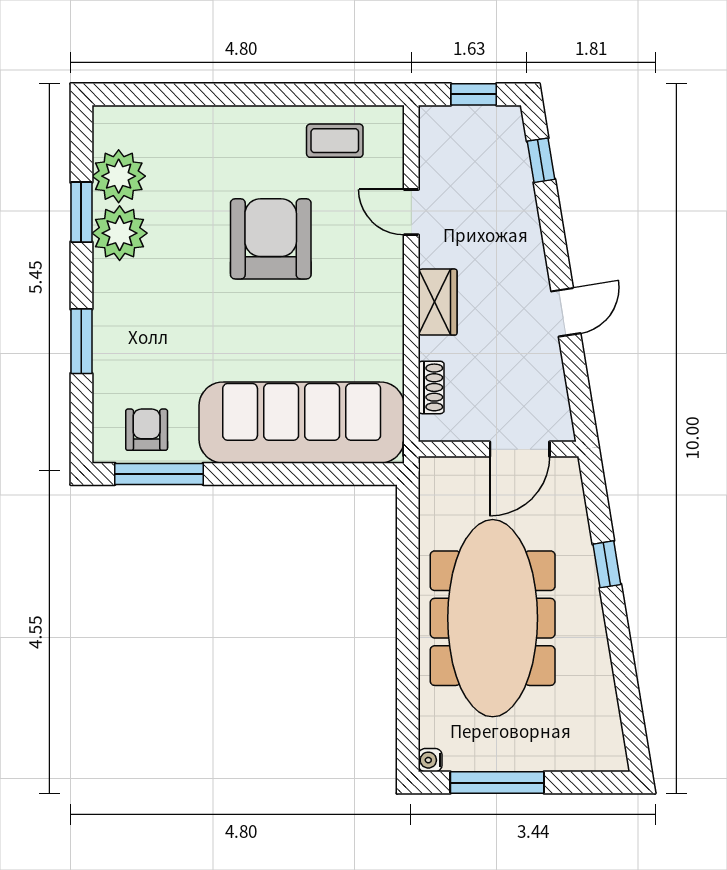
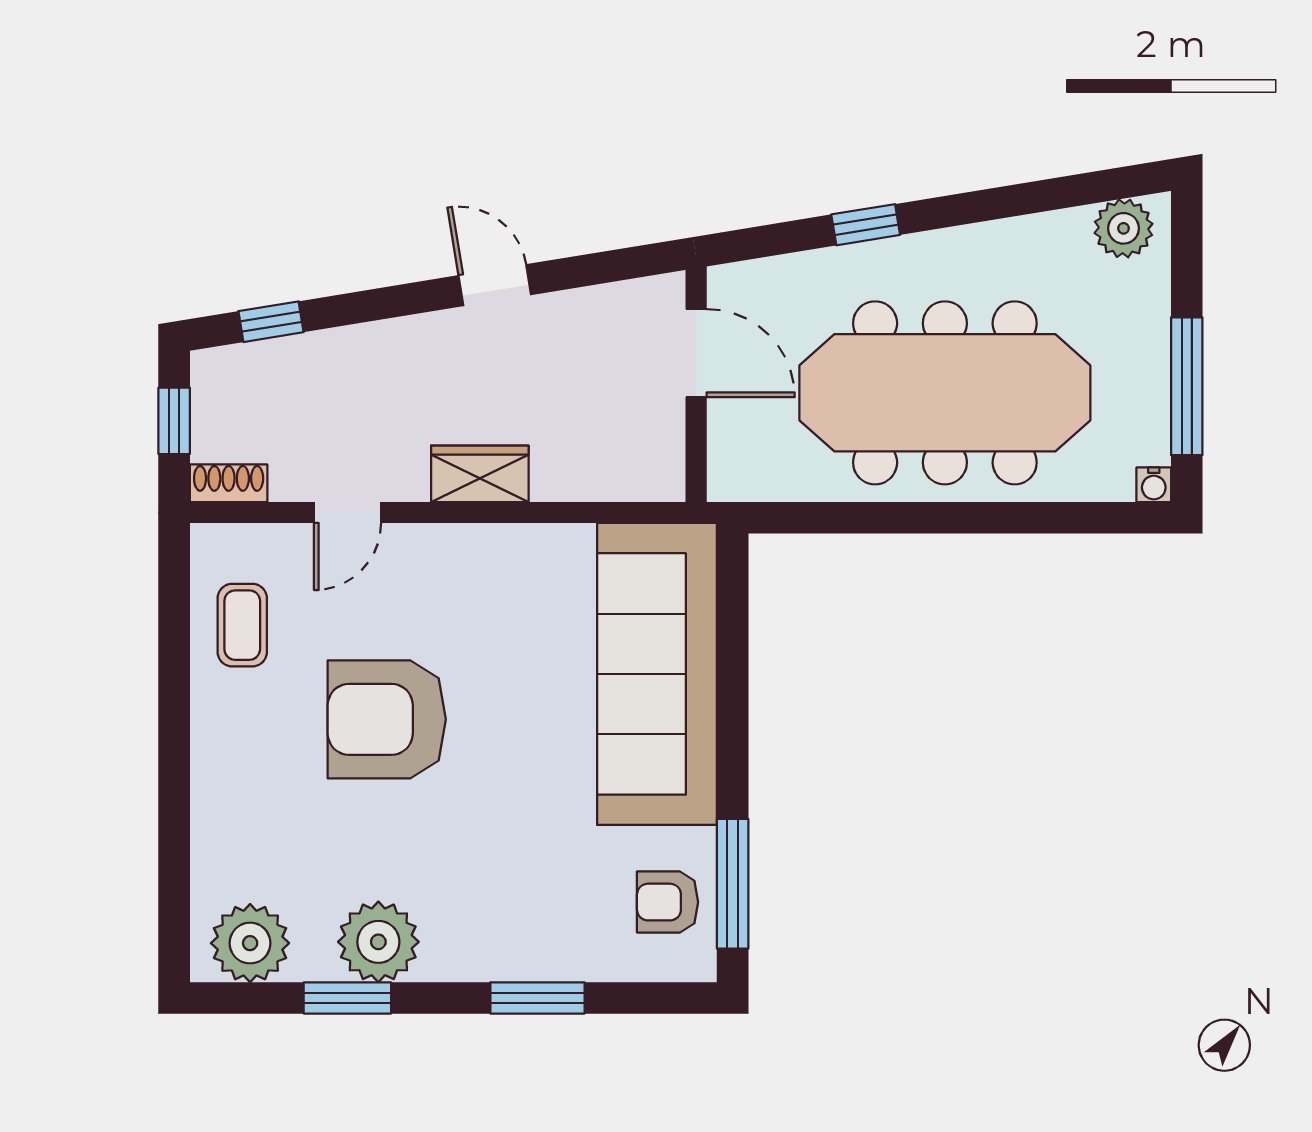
plant: (119, 176) -> (250, 943), moved
shoe rack: (431, 387) -> (229, 483), moved
plant: (604, 740) -> (1124, 228), added

